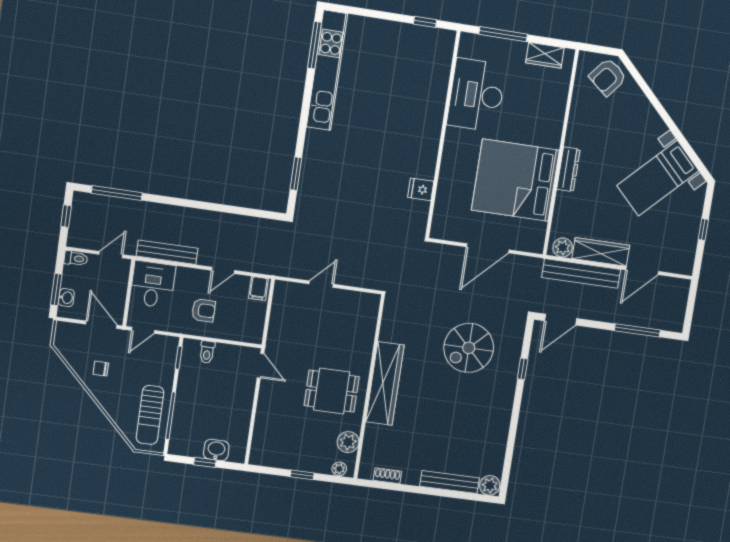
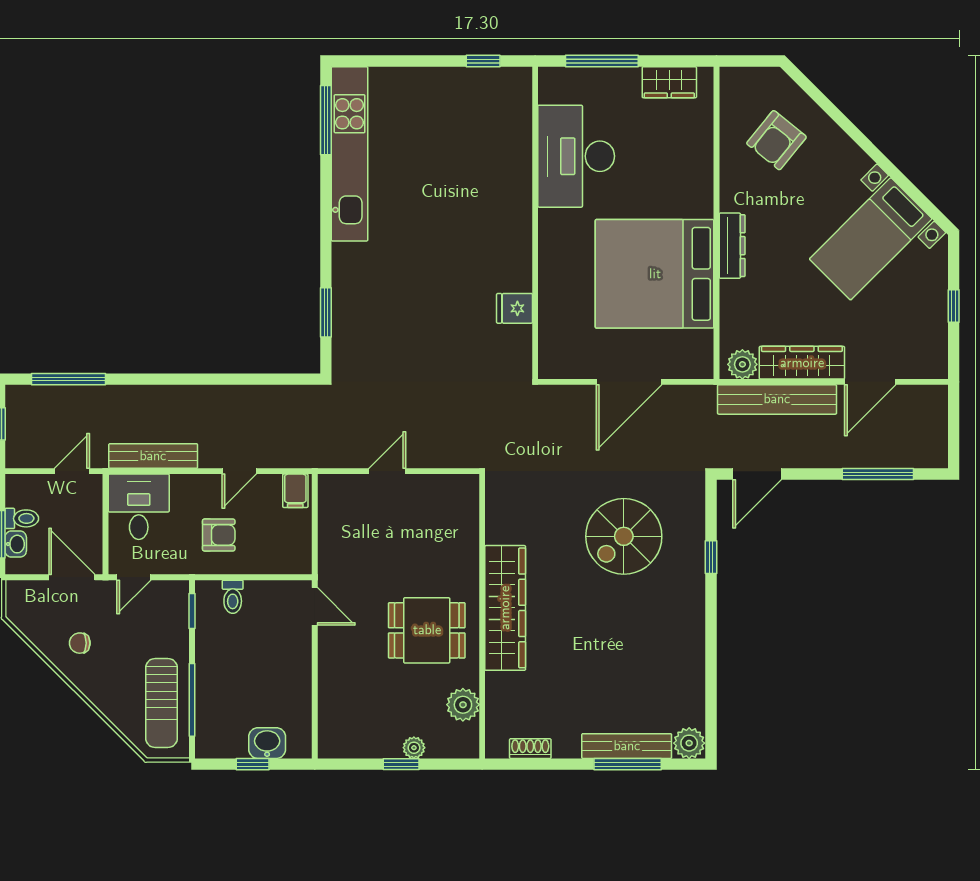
armchair: (608, 77) -> (776, 140), moved
toilet: (76, 258) -> (22, 518), moved
plant: (339, 469) -> (414, 748), moved
window: (448, 494) -> (628, 764), added

